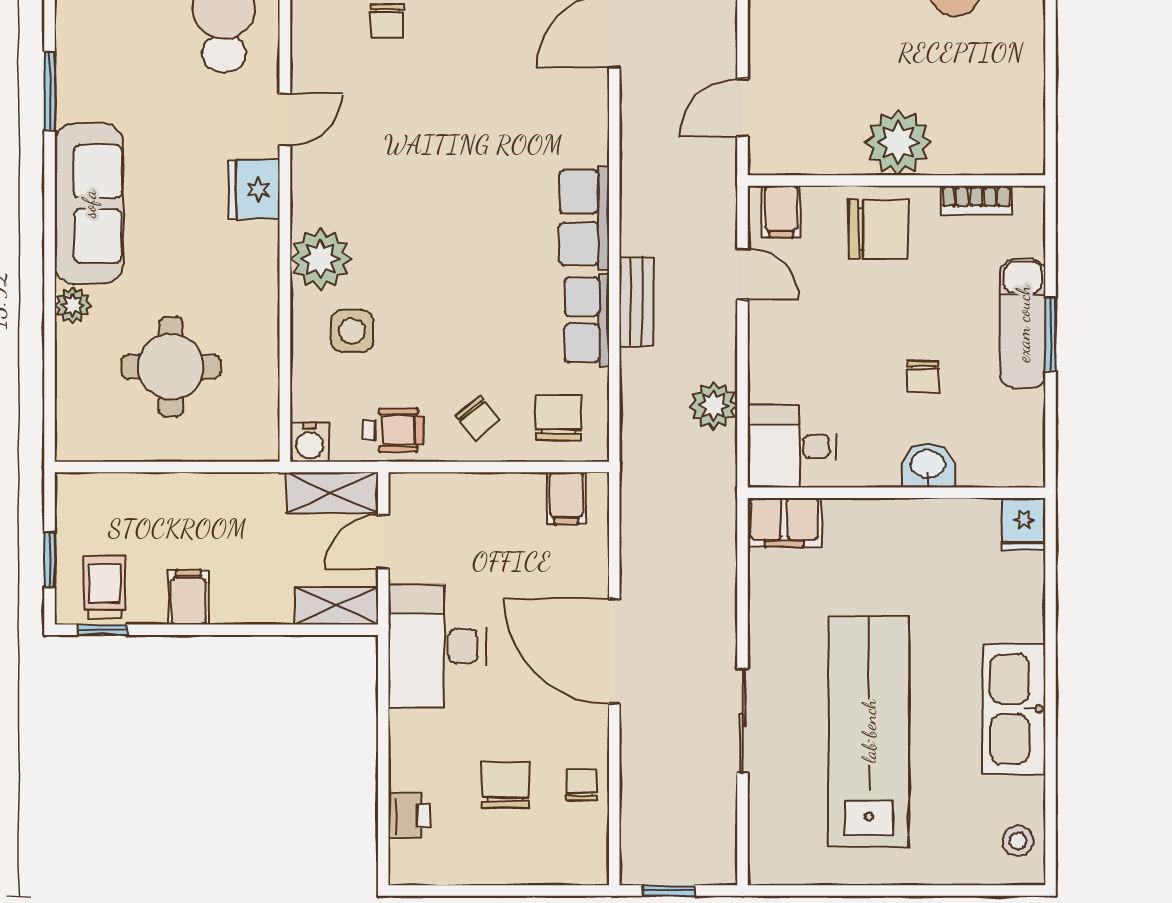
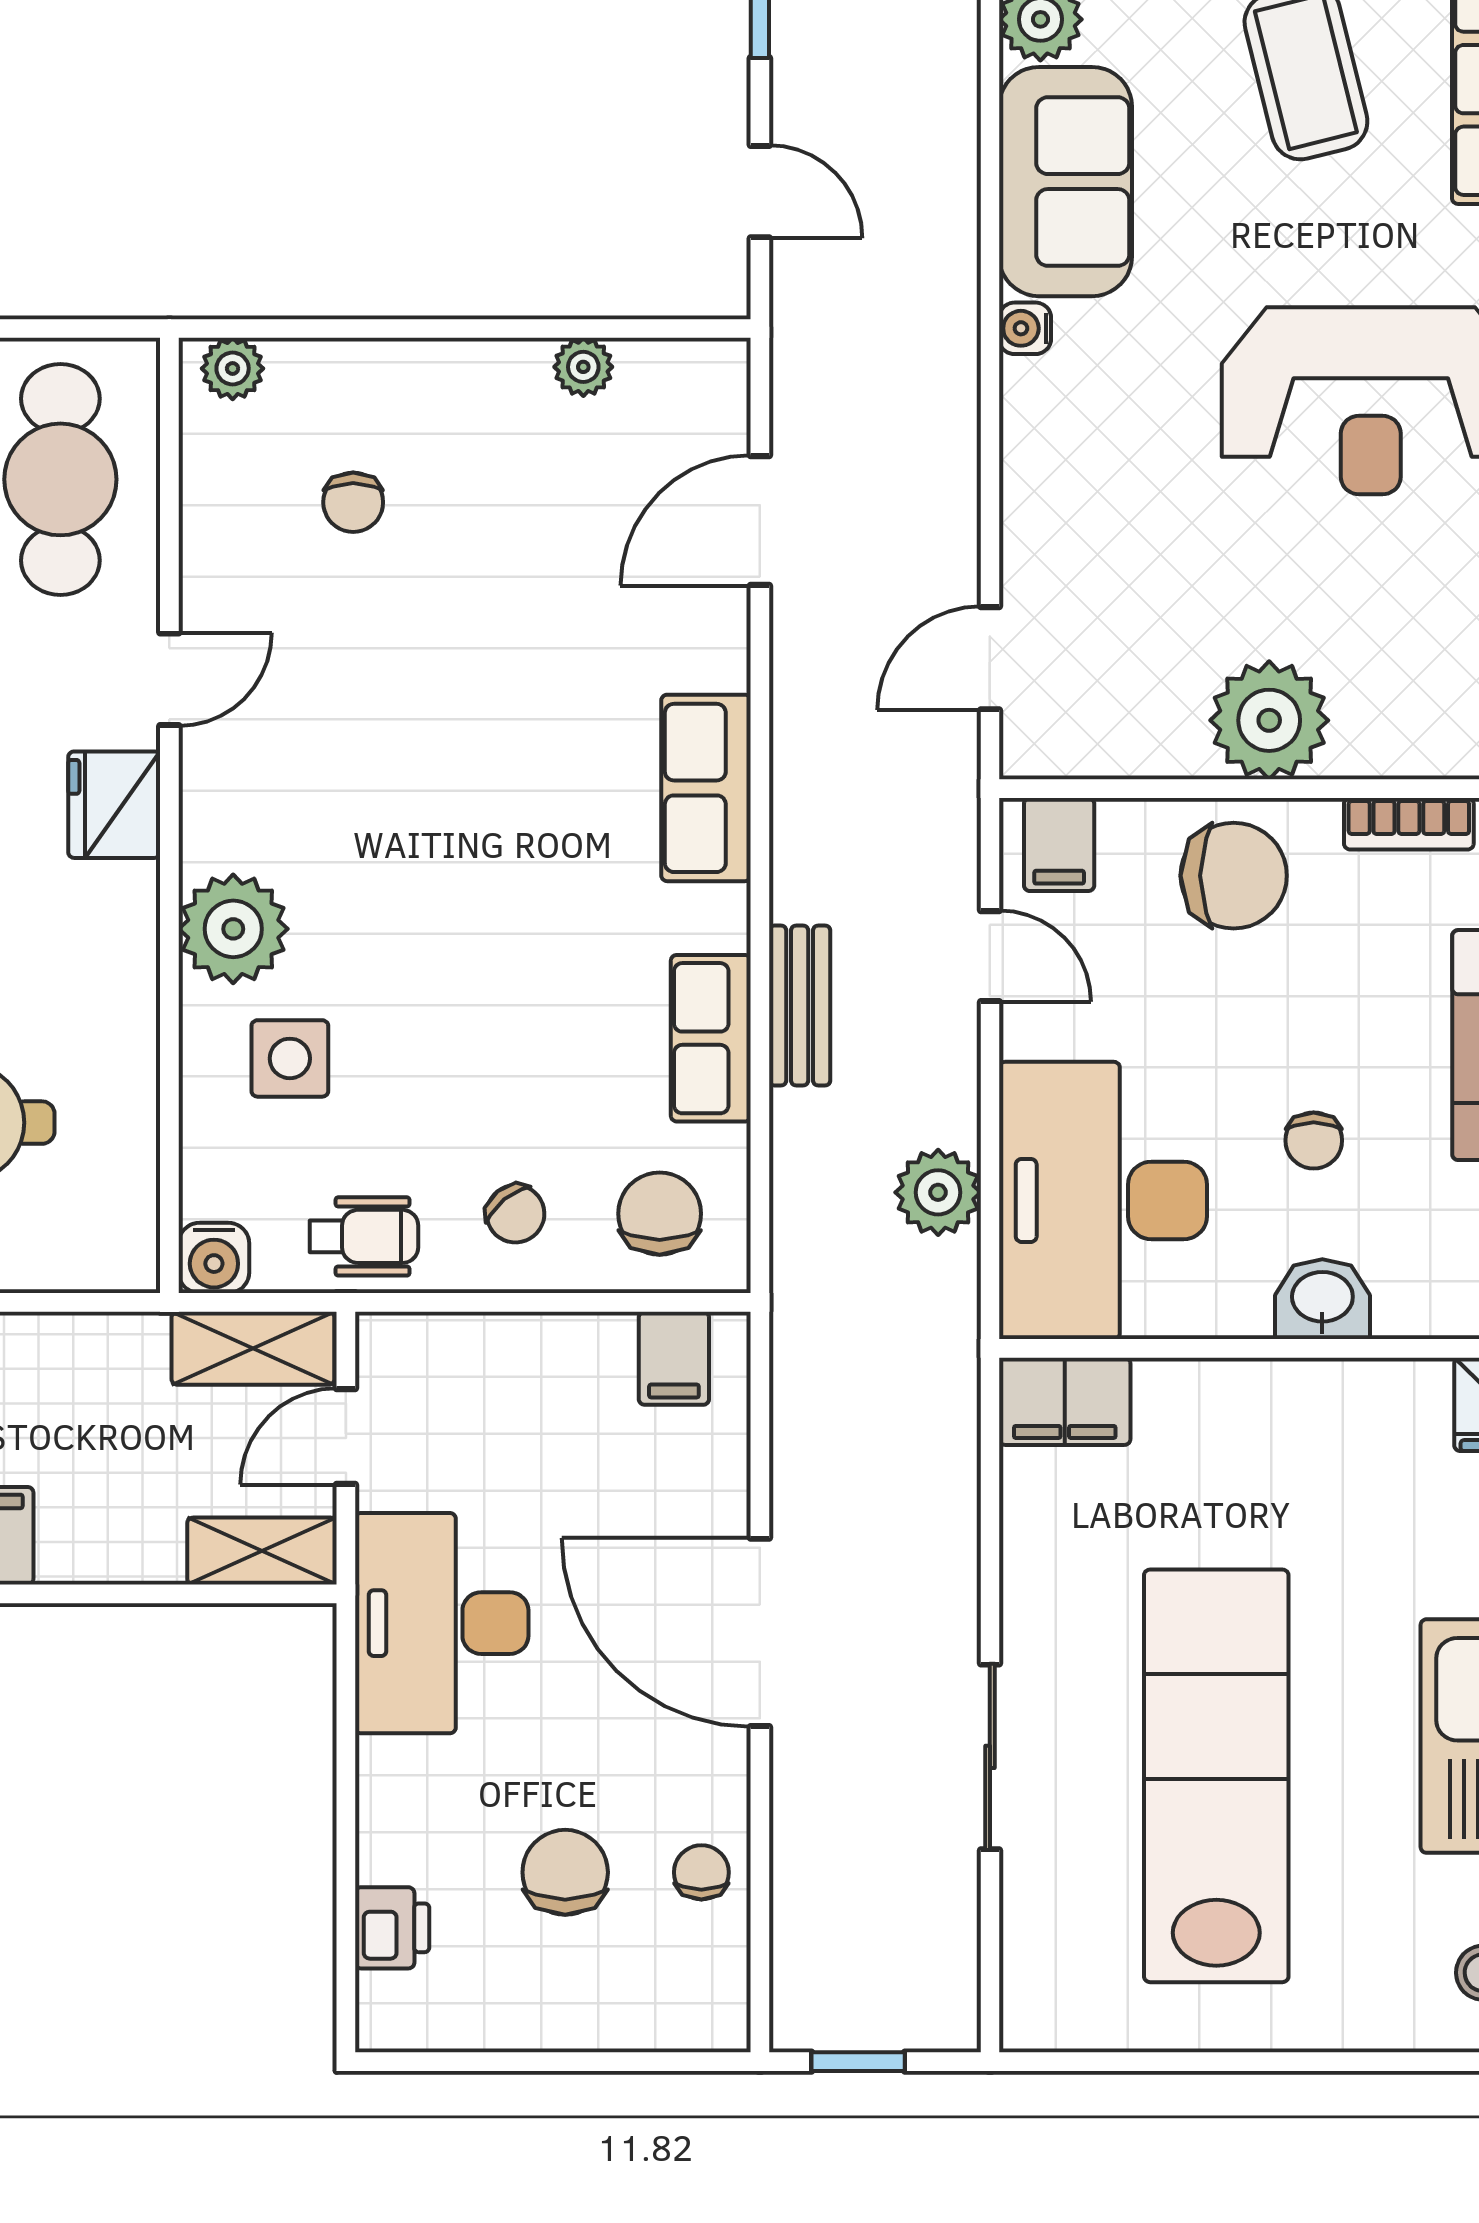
row of seats: (584, 218) -> (706, 788), moved
desk: (792, 446) -> (1103, 1200), width x1.87, depth x1.30

